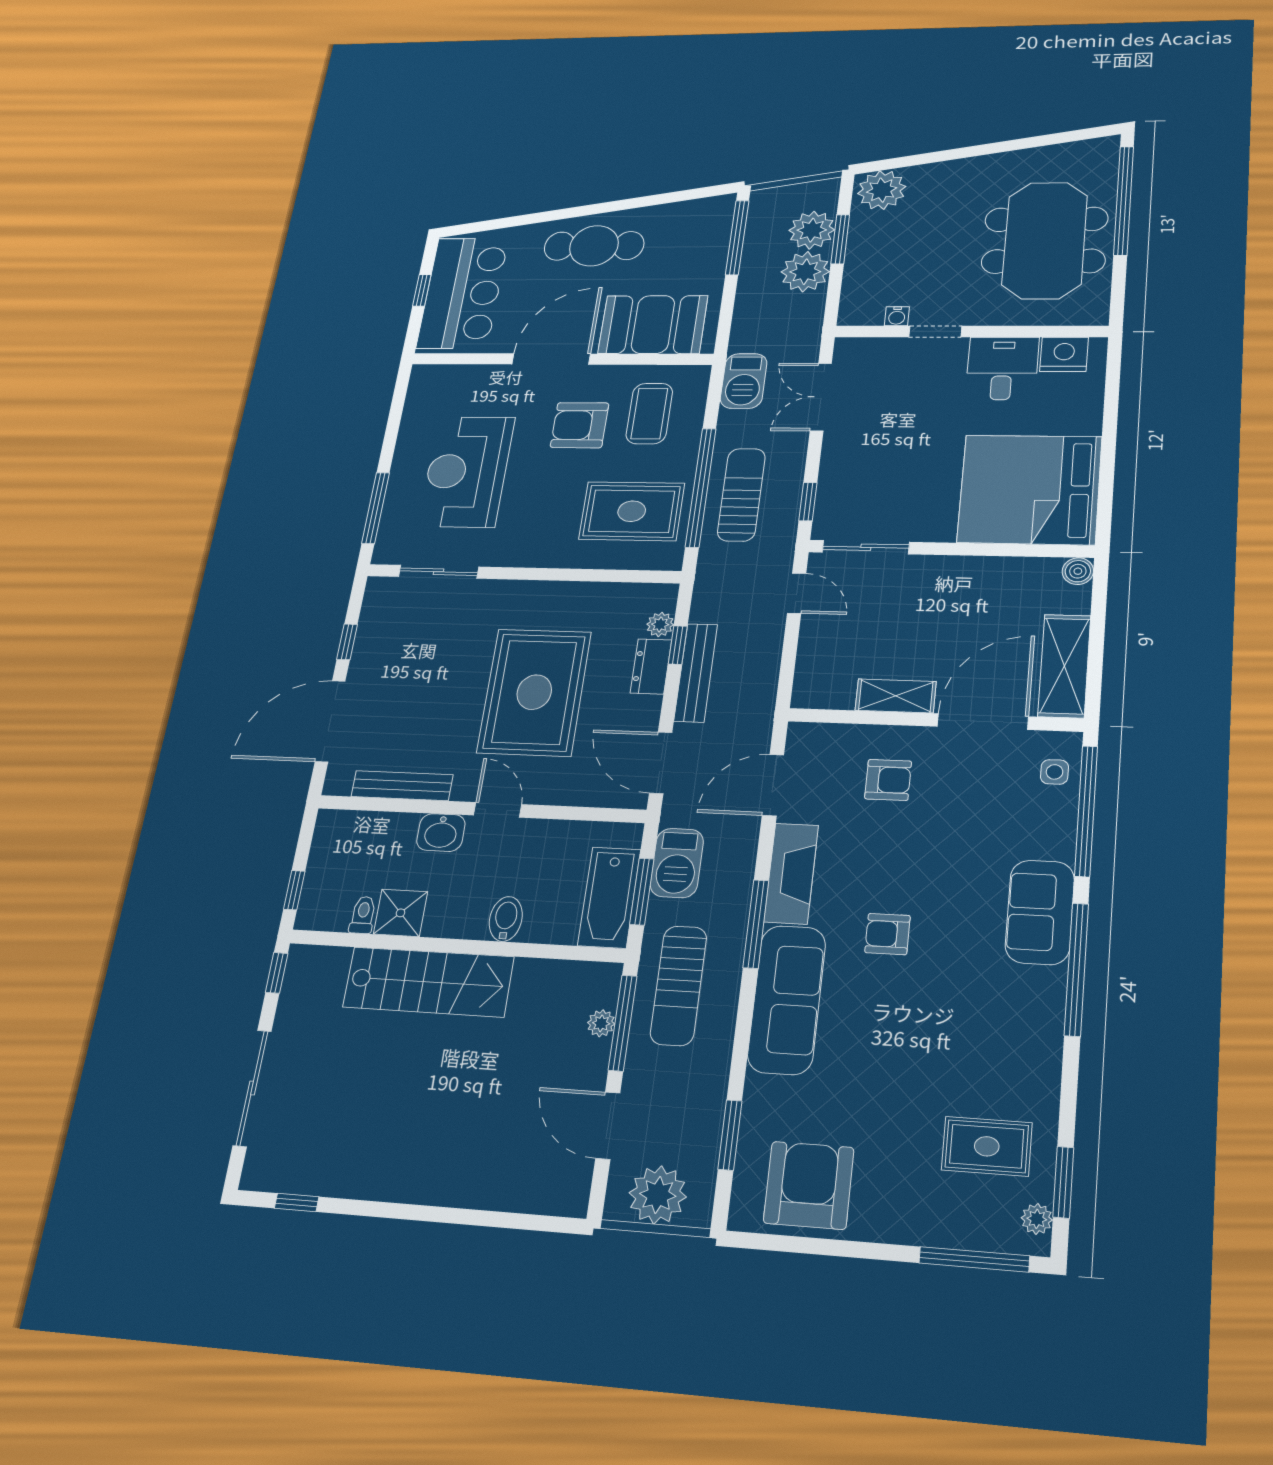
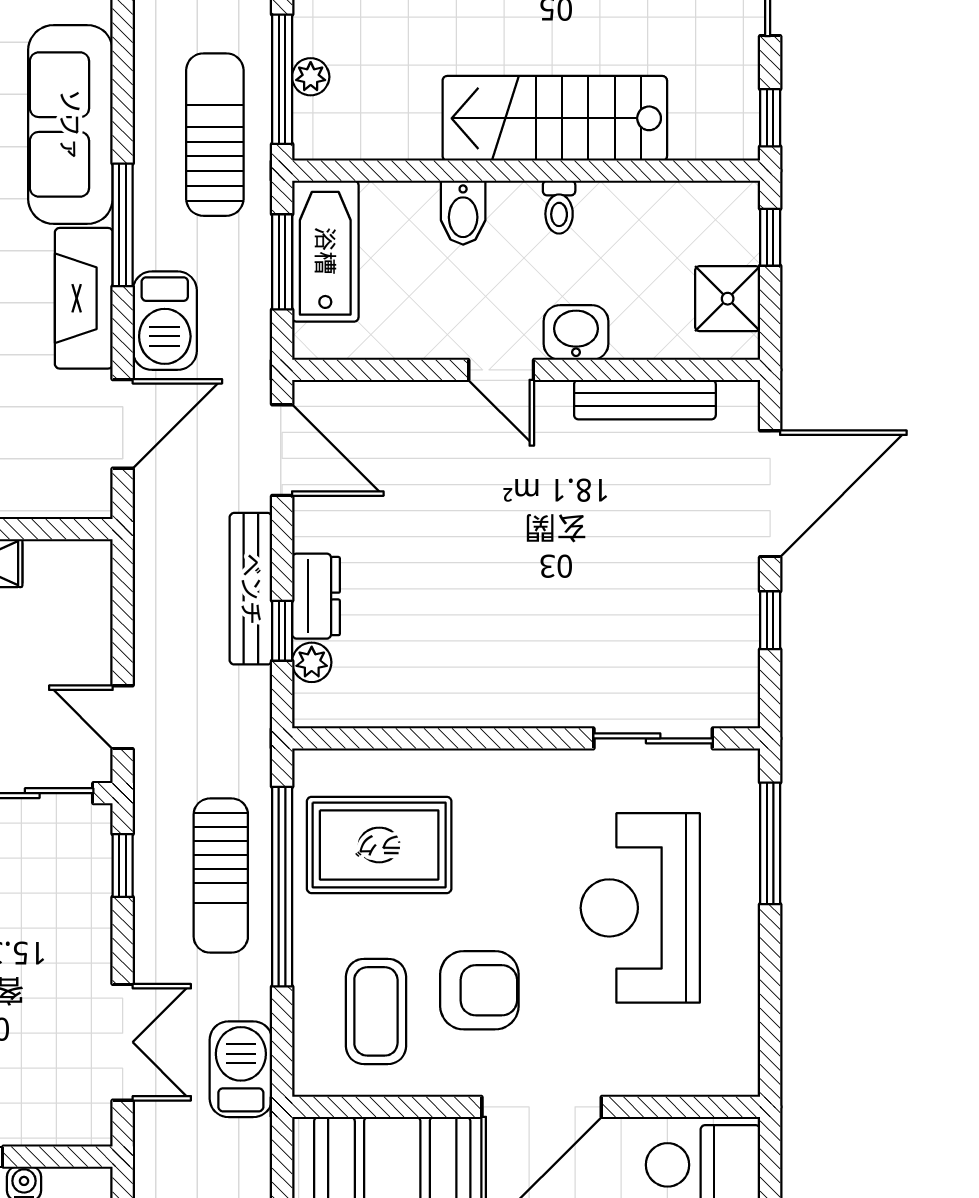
reception desk: (467, 472) -> (640, 908), turned 180
rug: (534, 692) -> (478, 550), removed
barbecue: (677, 863) -> (165, 321), moved, turned 180
shower: (400, 913) -> (728, 299), moved
toilet: (363, 915) -> (559, 207), moved

